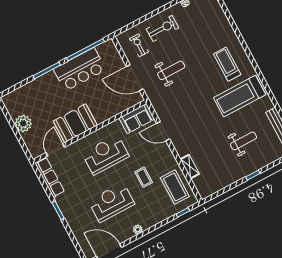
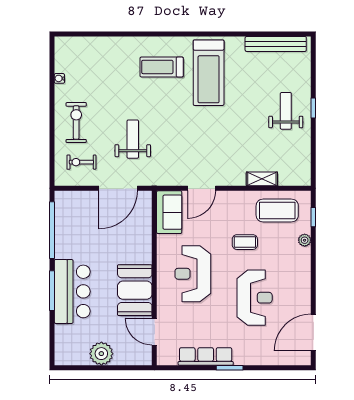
bar counter: (80, 69) -> (72, 291), moved
weight bench: (244, 141) -> (286, 111), moved
row of seats: (50, 177) -> (206, 356), moved
reception desk: (111, 202) -> (255, 298), turned 180
plant: (138, 229) -> (305, 240), moved

